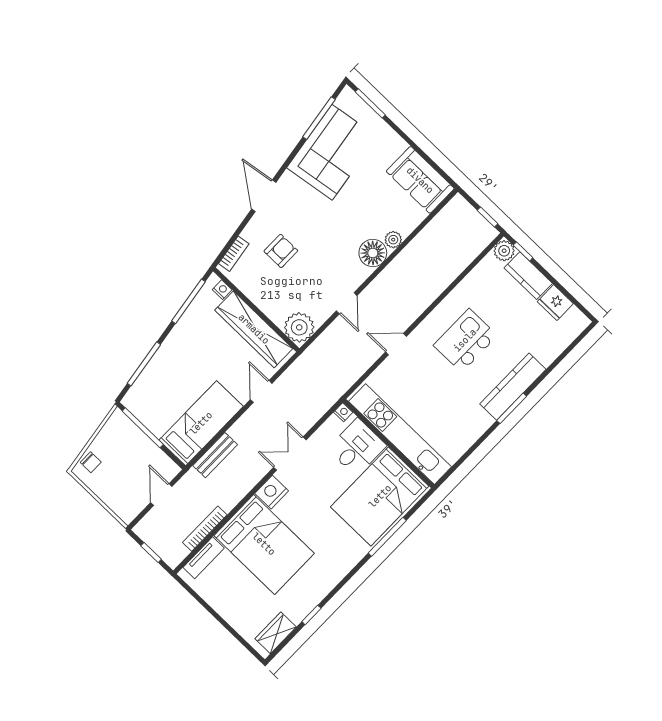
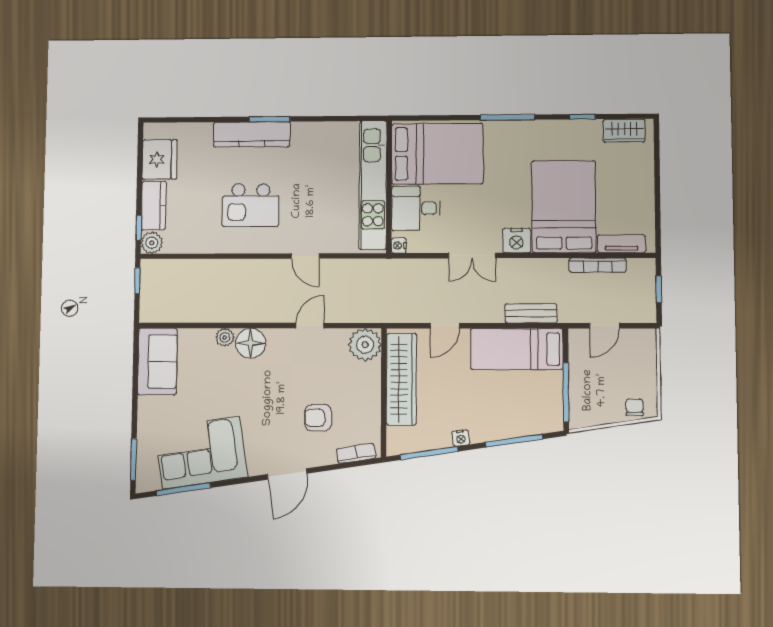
nightstand: (222, 290) -> (461, 438), moved, turned -99
fridge: (555, 303) -> (160, 159), width x1.36, depth x1.34
window: (387, 537) -> (507, 117), moved

